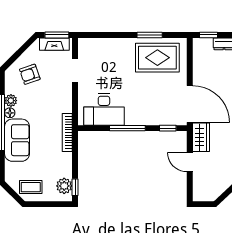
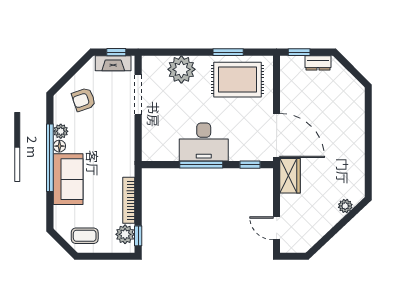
window: (57, 35) -> (116, 52), width x0.67
plant: (111, 49) -> (181, 69), added
doorway: (75, 70) -> (138, 95), width x1.38
desk: (104, 109) -> (204, 142), moved
bookcase: (67, 132) -> (129, 200), moved
door: (190, 162) -> (277, 228), moved

